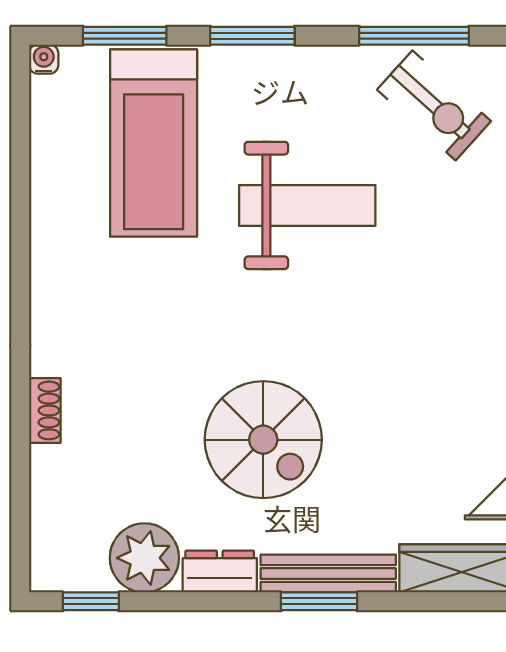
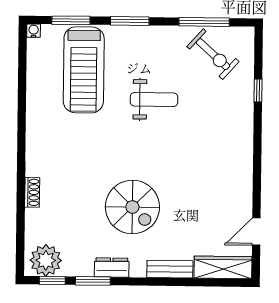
weight bench: (307, 205) -> (154, 99), width x0.73, depth x0.75
plant: (144, 558) -> (46, 260), moved
bench: (328, 574) -> (170, 269), width x0.73
window: (319, 601) -> (93, 281), moved

